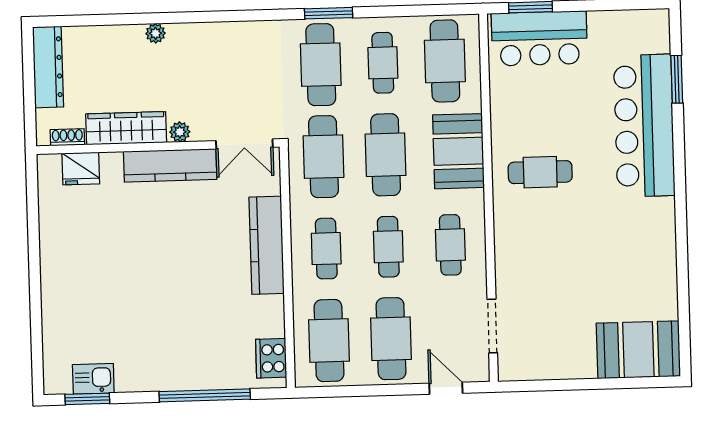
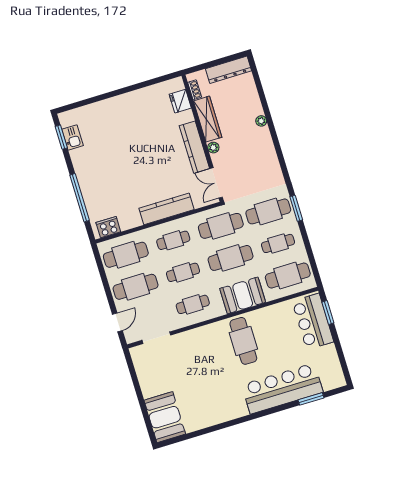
cafe table: (540, 172) -> (243, 341), width x1.37, depth x1.35

